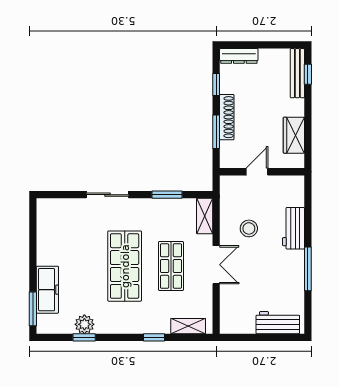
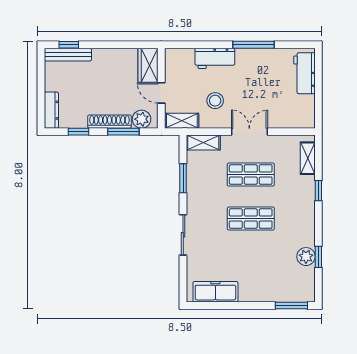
wardrobe: (294, 135) -> (148, 65), moved, turned 90
plant: (229, 151) -> (142, 119), added
shelving: (228, 193) -> (182, 121), added
shop shelf: (125, 266) -> (251, 219), width x0.70, depth x0.74
freezer: (47, 290) -> (215, 292), moved

